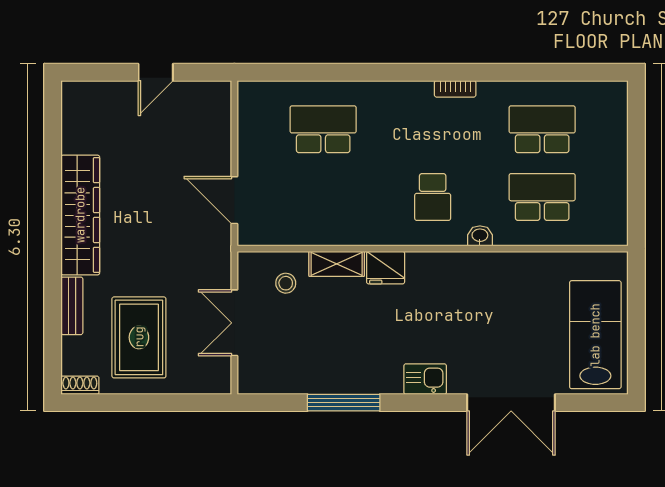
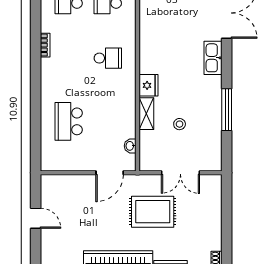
washbasin: (480, 236) -> (130, 146), moved
stool: (286, 283) -> (180, 124), moved
rug: (139, 337) -> (153, 212), moved
kitchen sink: (425, 379) -> (213, 58), width x1.38

